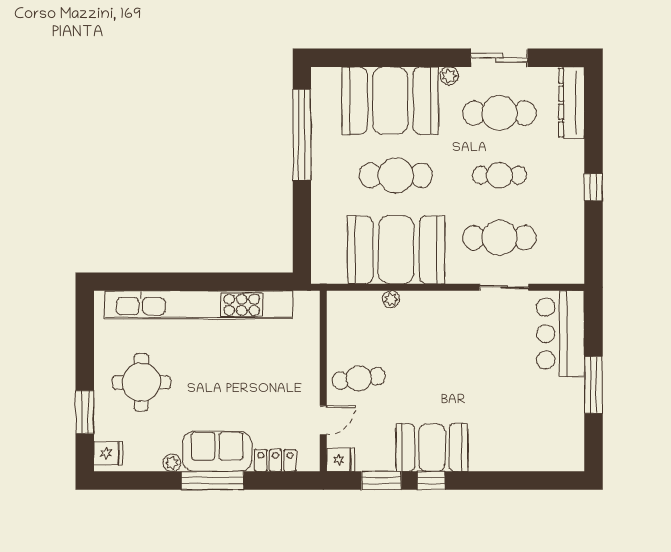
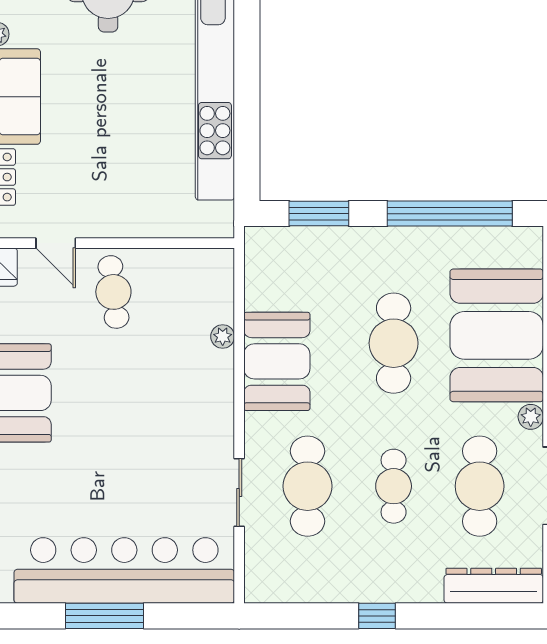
window: (302, 229) -> (319, 214), added
booth: (396, 250) -> (277, 361), width x0.73, depth x0.70
bar counter: (561, 334) -> (124, 570), width x1.86

